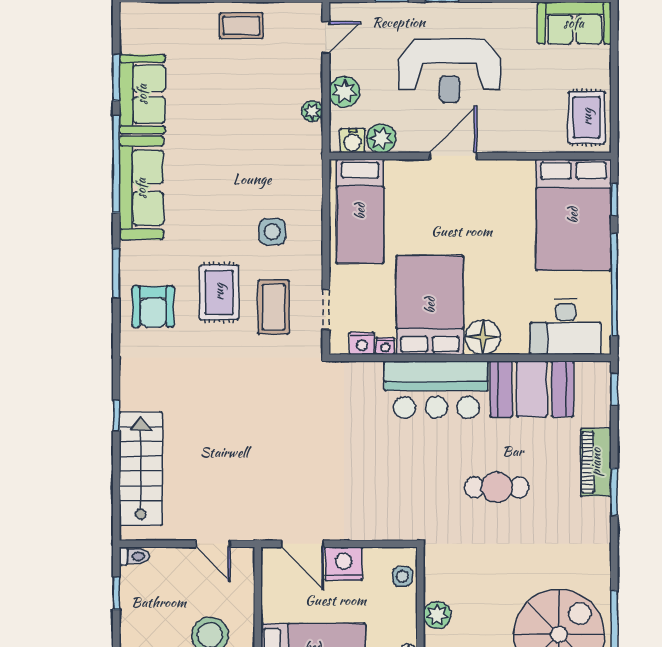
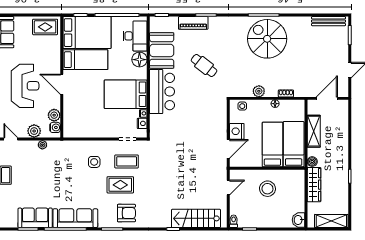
bed: (360, 211) -> (85, 60), moved
floor lamp: (483, 337) -> (139, 60), moved
cafe table: (497, 487) -> (204, 66), turned -52

